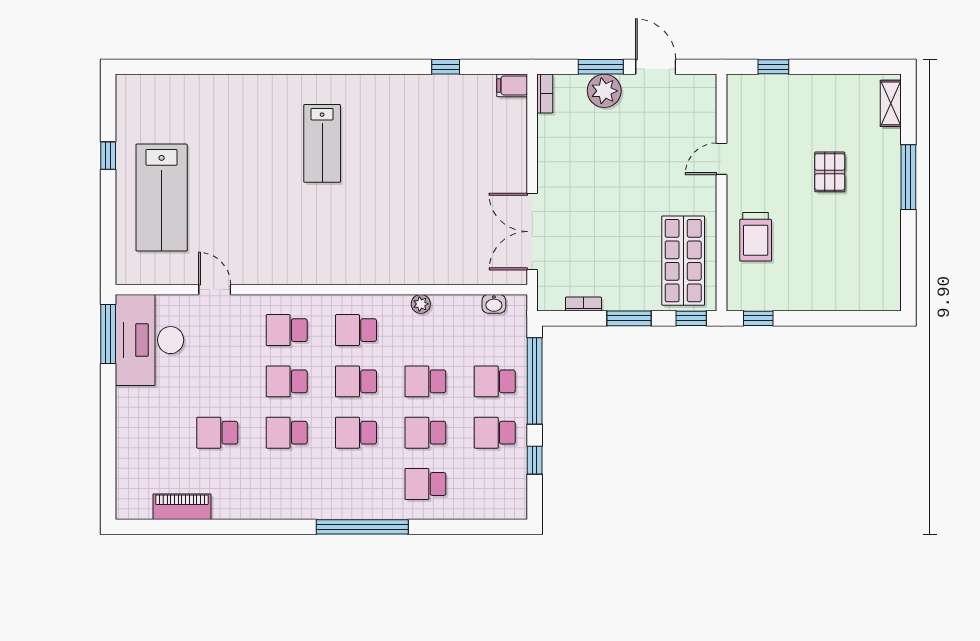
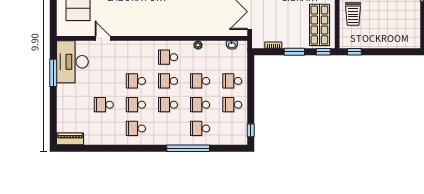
school desk: (287, 330) -> (136, 128), moved
window: (108, 334) -> (53, 73), moved
window: (535, 381) -> (251, 81), removed
window: (535, 460) -> (251, 130), moved
piano: (182, 507) -> (70, 139), moved
window: (362, 527) -> (188, 148), moved

